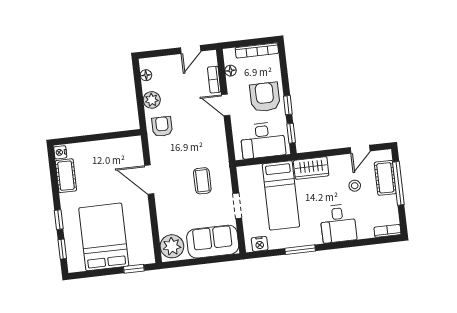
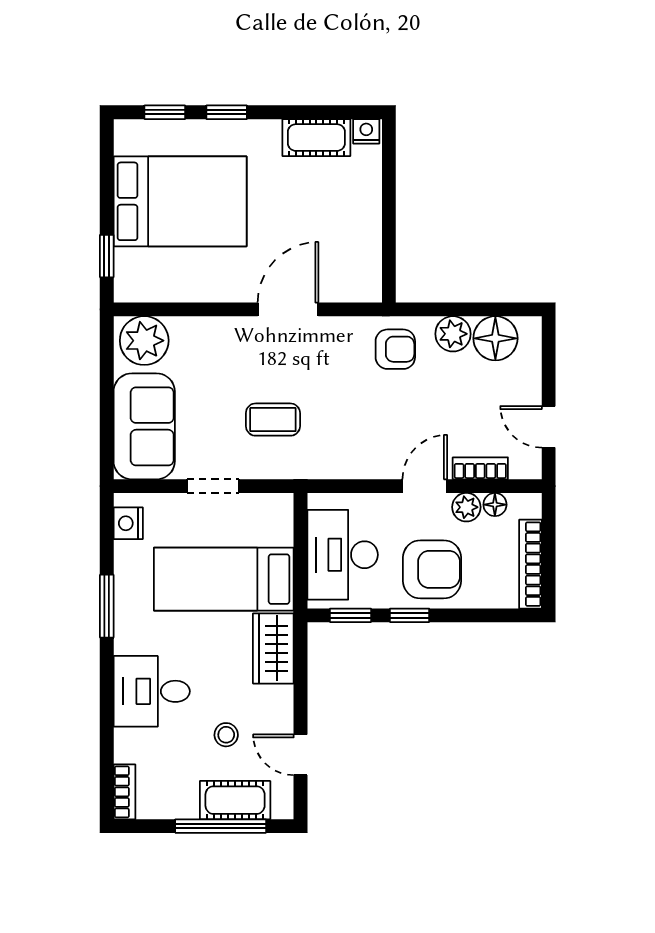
floor lamp: (146, 75) -> (495, 338), width x1.89, depth x1.89
plant: (233, 84) -> (466, 507), added

